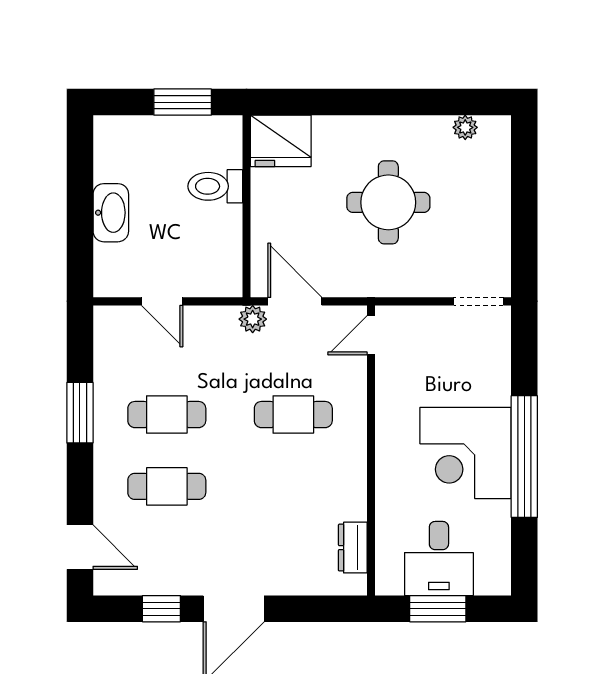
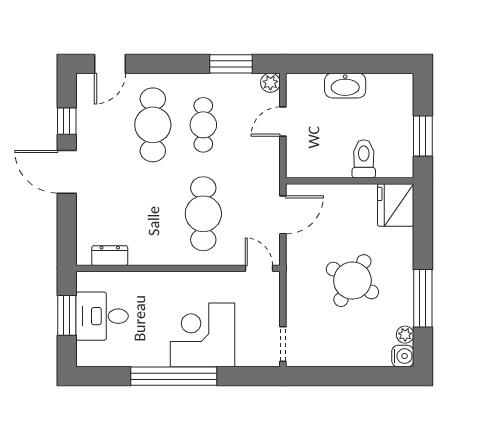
window: (413, 102) -> (423, 298), added
water cooler: (496, 131) -> (403, 356), added
round table: (388, 202) -> (352, 281), turned 31
plant: (253, 319) -> (270, 83), moved
window: (80, 413) -> (231, 64), moved
cafe table: (293, 415) -> (203, 214), width x1.37, depth x1.35
corner desk: (466, 453) -> (203, 335), moved
cafe table: (167, 486) -> (153, 125), width x1.37, depth x1.35

